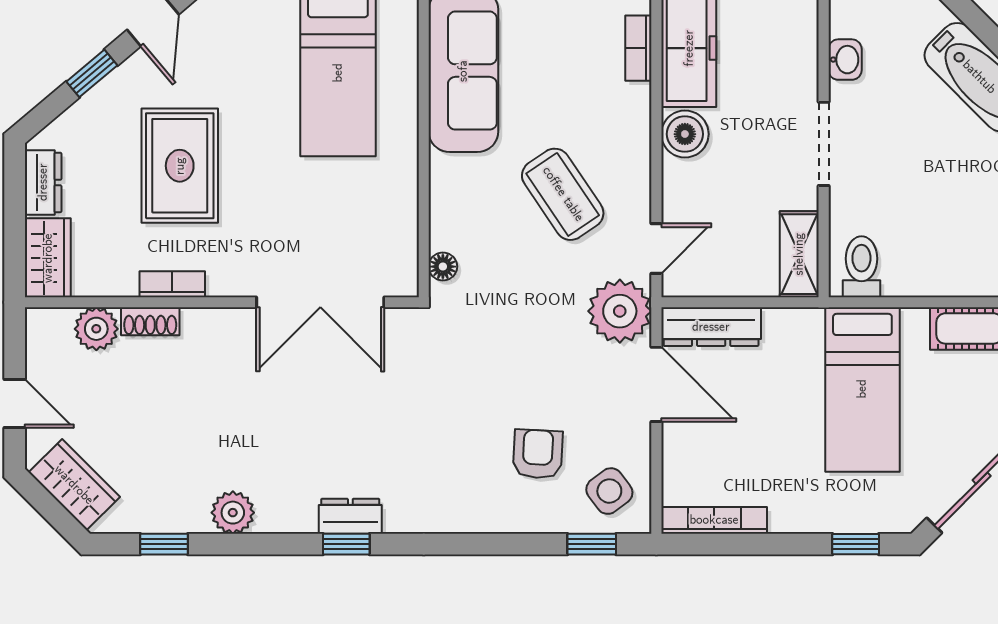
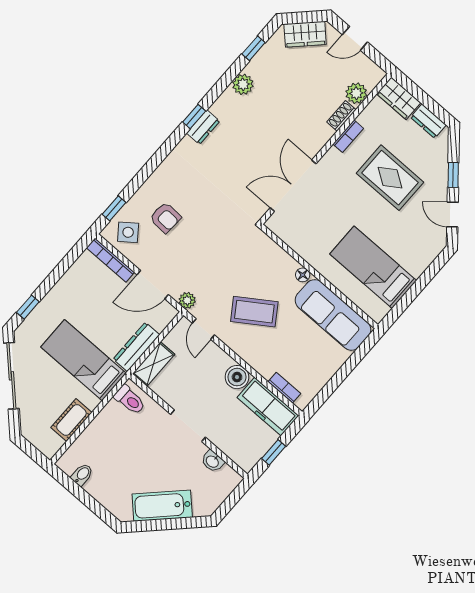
shelving: (799, 254) -> (154, 364), moved, turned 90
floor lamp: (443, 267) -> (303, 275), moved
plant: (620, 311) -> (187, 300), width x0.53, depth x0.53
dresser: (711, 327) -> (136, 347), moved
bookcase: (714, 520) -> (110, 260), moved, turned 90

